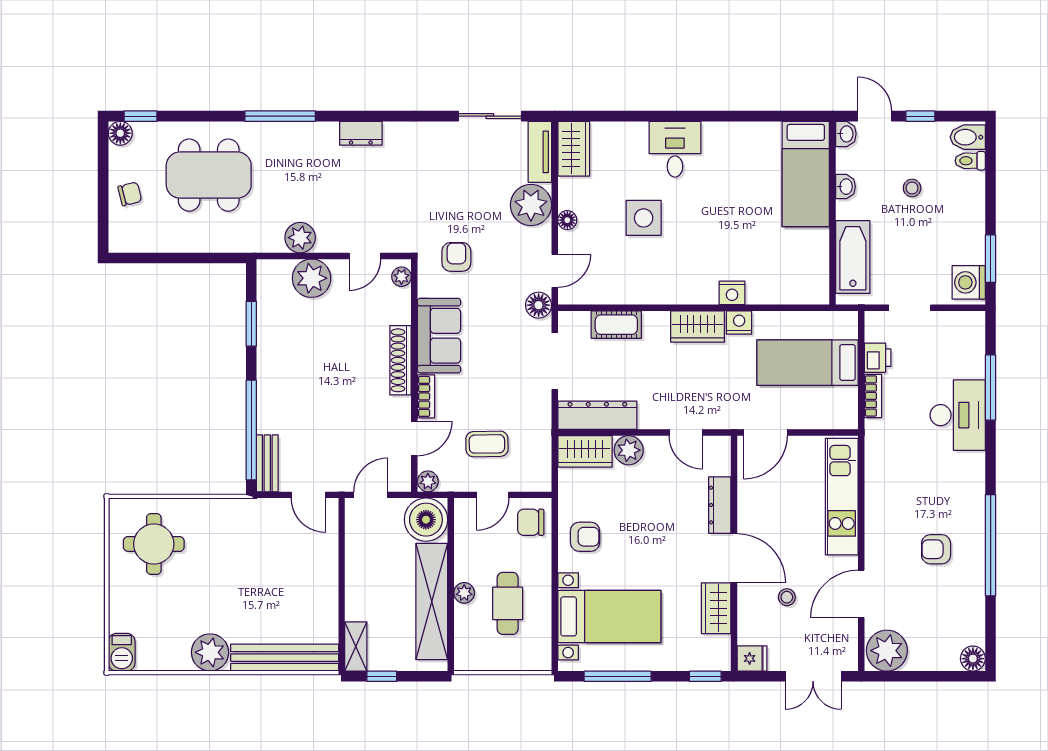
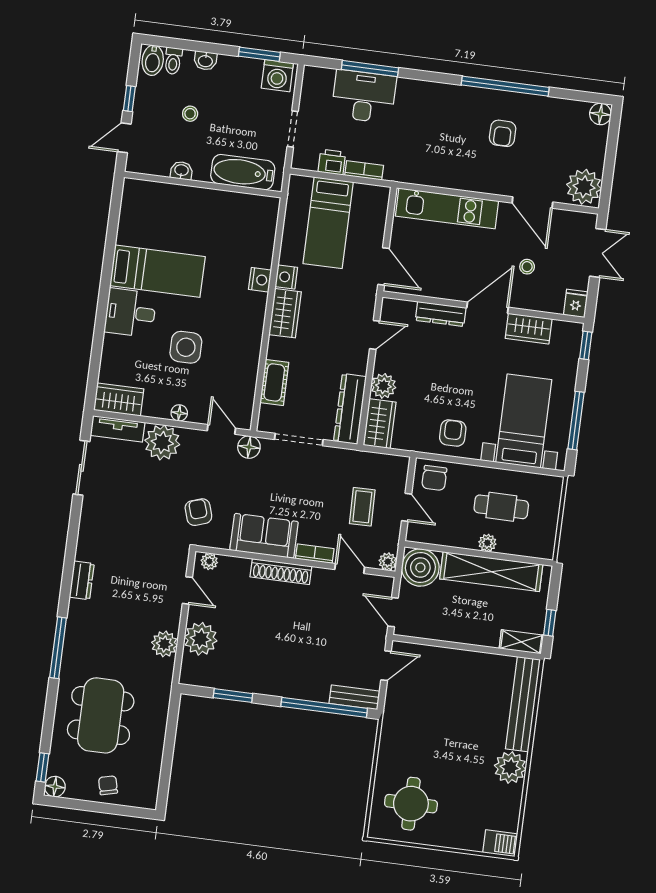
washbasin: (846, 134) -> (205, 61), moved, turned 180
bed: (806, 174) -> (157, 271), moved
armchair: (456, 257) -> (198, 512), turned 72
desk: (958, 415) -> (364, 96), moved

